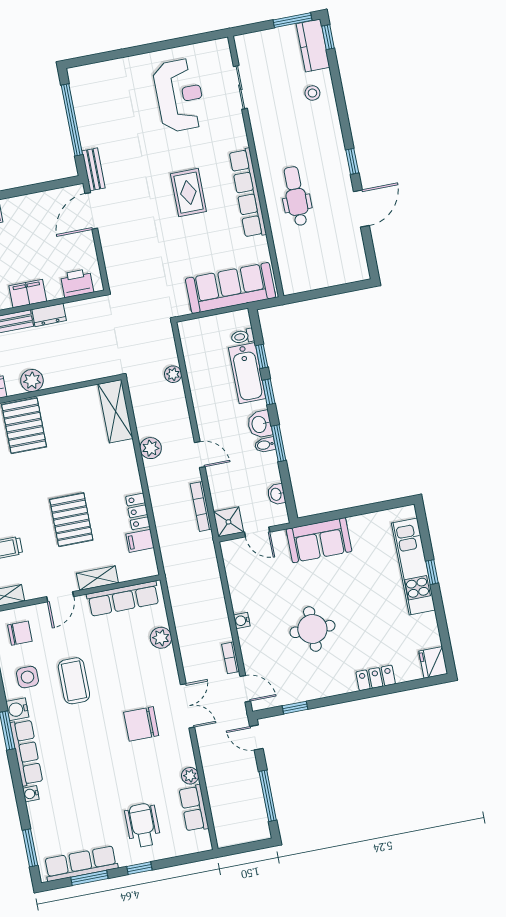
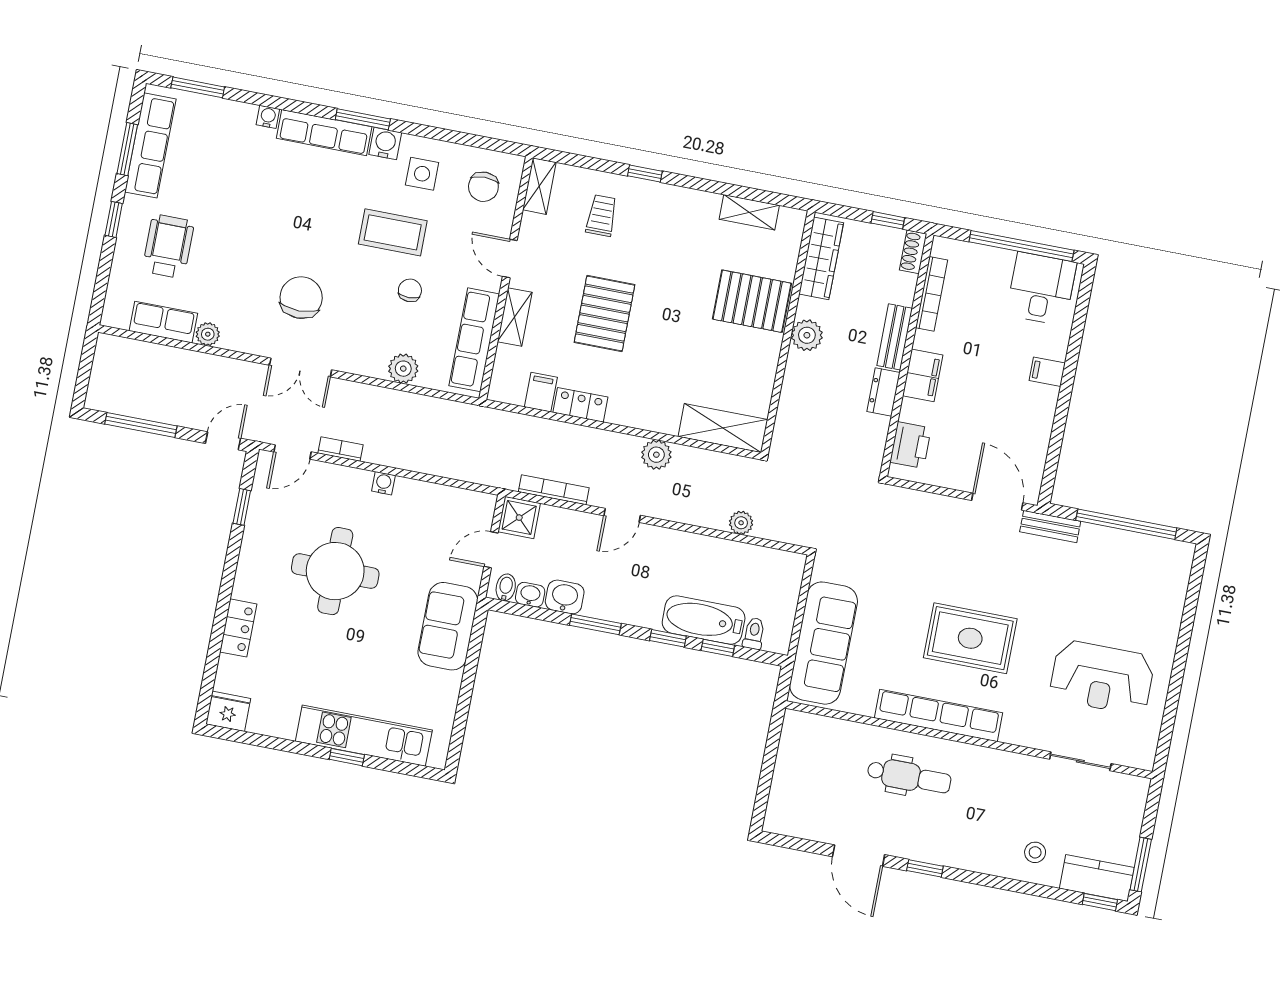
rug: (188, 193) -> (970, 638), width x1.36, depth x1.43
washbasin: (260, 424) -> (565, 597), moved
bidet: (265, 445) -> (506, 587), moved
pallet: (71, 520) -> (604, 314), turned 90
round table: (312, 629) -> (335, 571), width x1.36, depth x1.36
chair: (108, 654) -> (410, 290), added
wheelchair: (143, 825) -> (168, 246), turned -90

